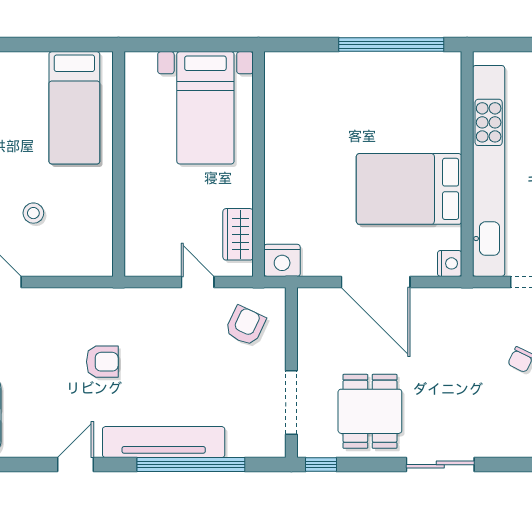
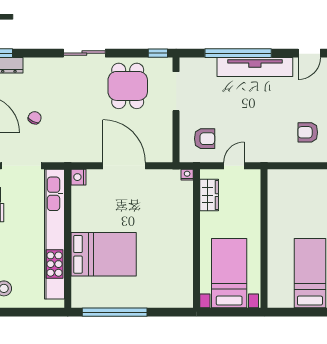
wall: (119, 164) -> (264, 238), moved
bed: (409, 189) -> (104, 254), moved
nightstand: (282, 260) -> (187, 175), width x0.53, depth x0.56
door: (198, 282) -> (234, 166), swing flipped
armchair: (245, 326) -> (205, 139), turned -115
armchair: (102, 362) -> (308, 132), moved

